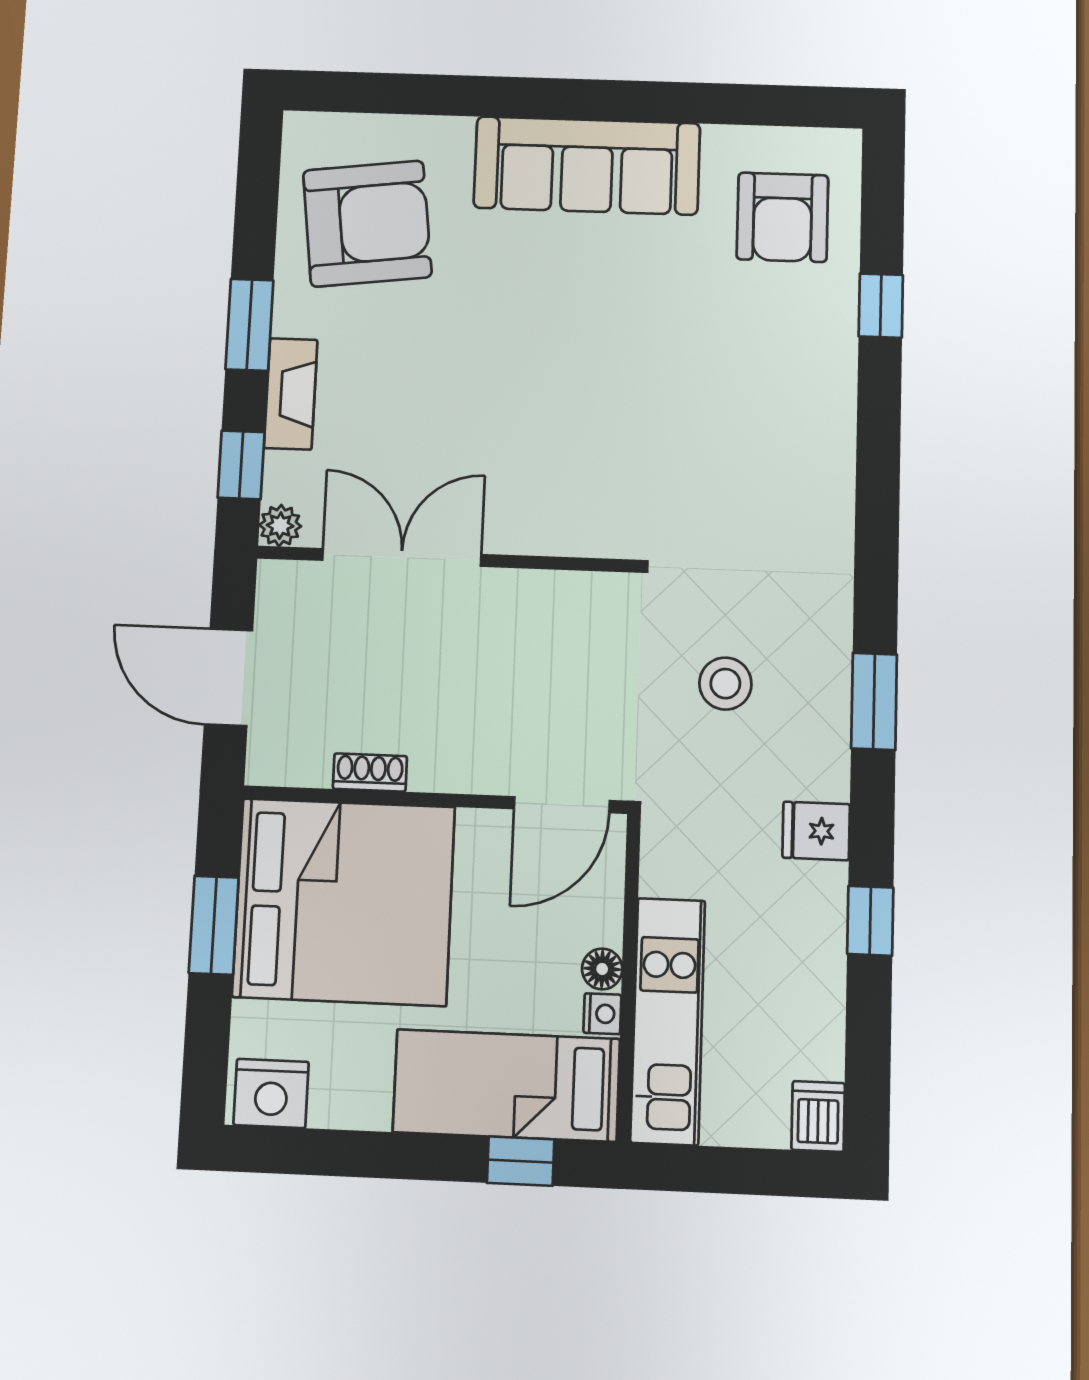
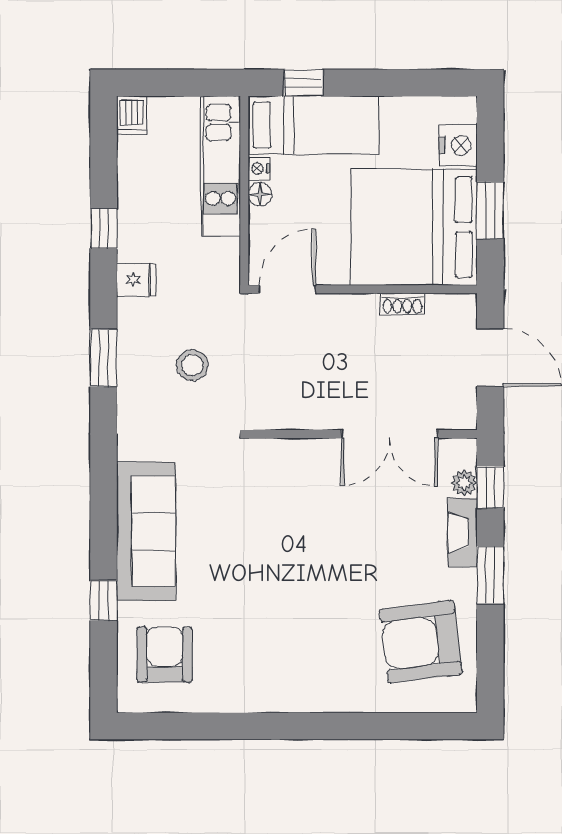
sofa: (587, 166) -> (146, 531), moved, turned 90
plant: (280, 526) -> (464, 483), moved
nightstand: (271, 1093) -> (458, 145), moved, turned 90

